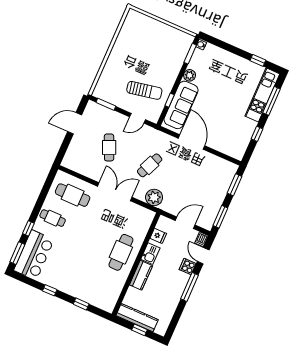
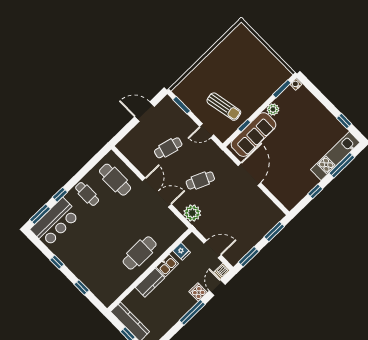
cafe table: (109, 147) -> (168, 148), turned 39

